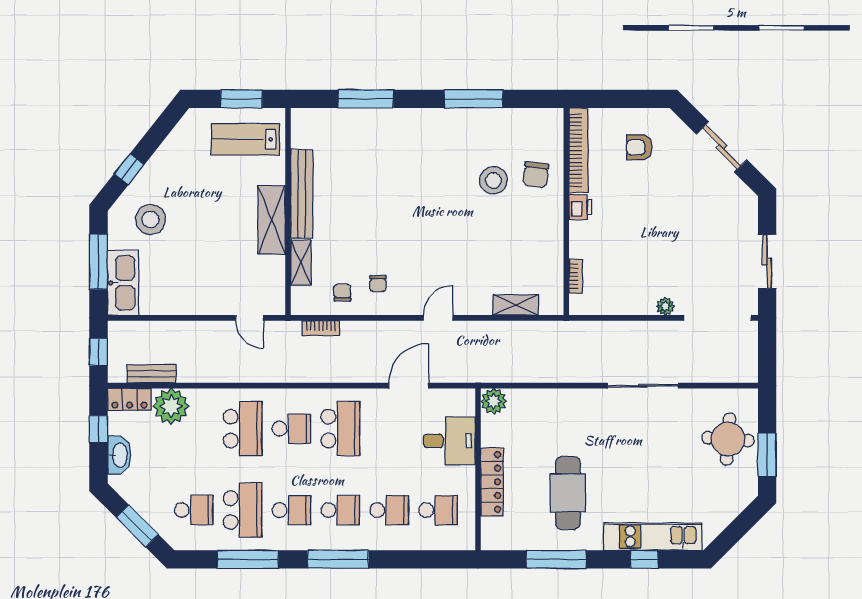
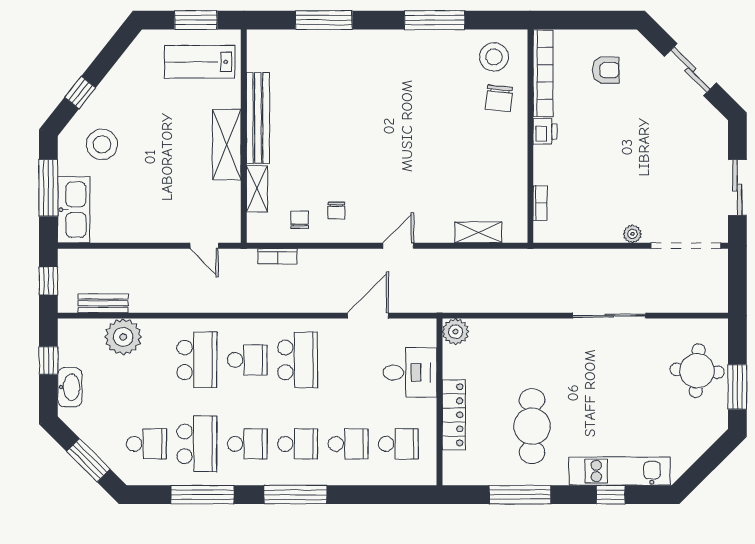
armchair: (639, 147) -> (606, 70), turned 180
stool: (493, 180) -> (494, 57), moved
locker: (129, 399) -> (80, 330), removed

